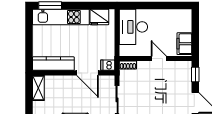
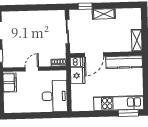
fridge: (99, 17) -> (78, 76), moved, turned 90
door: (159, 58) -> (32, 69), swing flipped
door: (88, 73) -> (94, 55), swing flipped

